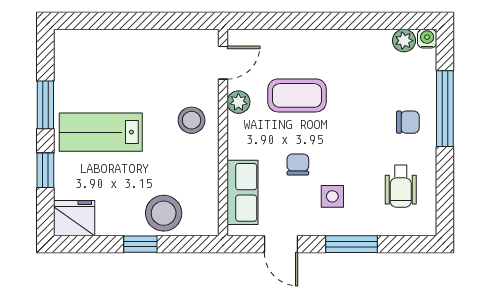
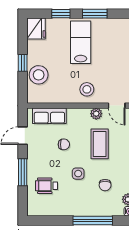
chair: (408, 122) -> (105, 185), moved
wheelchair: (401, 186) -> (46, 186), moved
side table: (332, 196) -> (78, 174), moved

